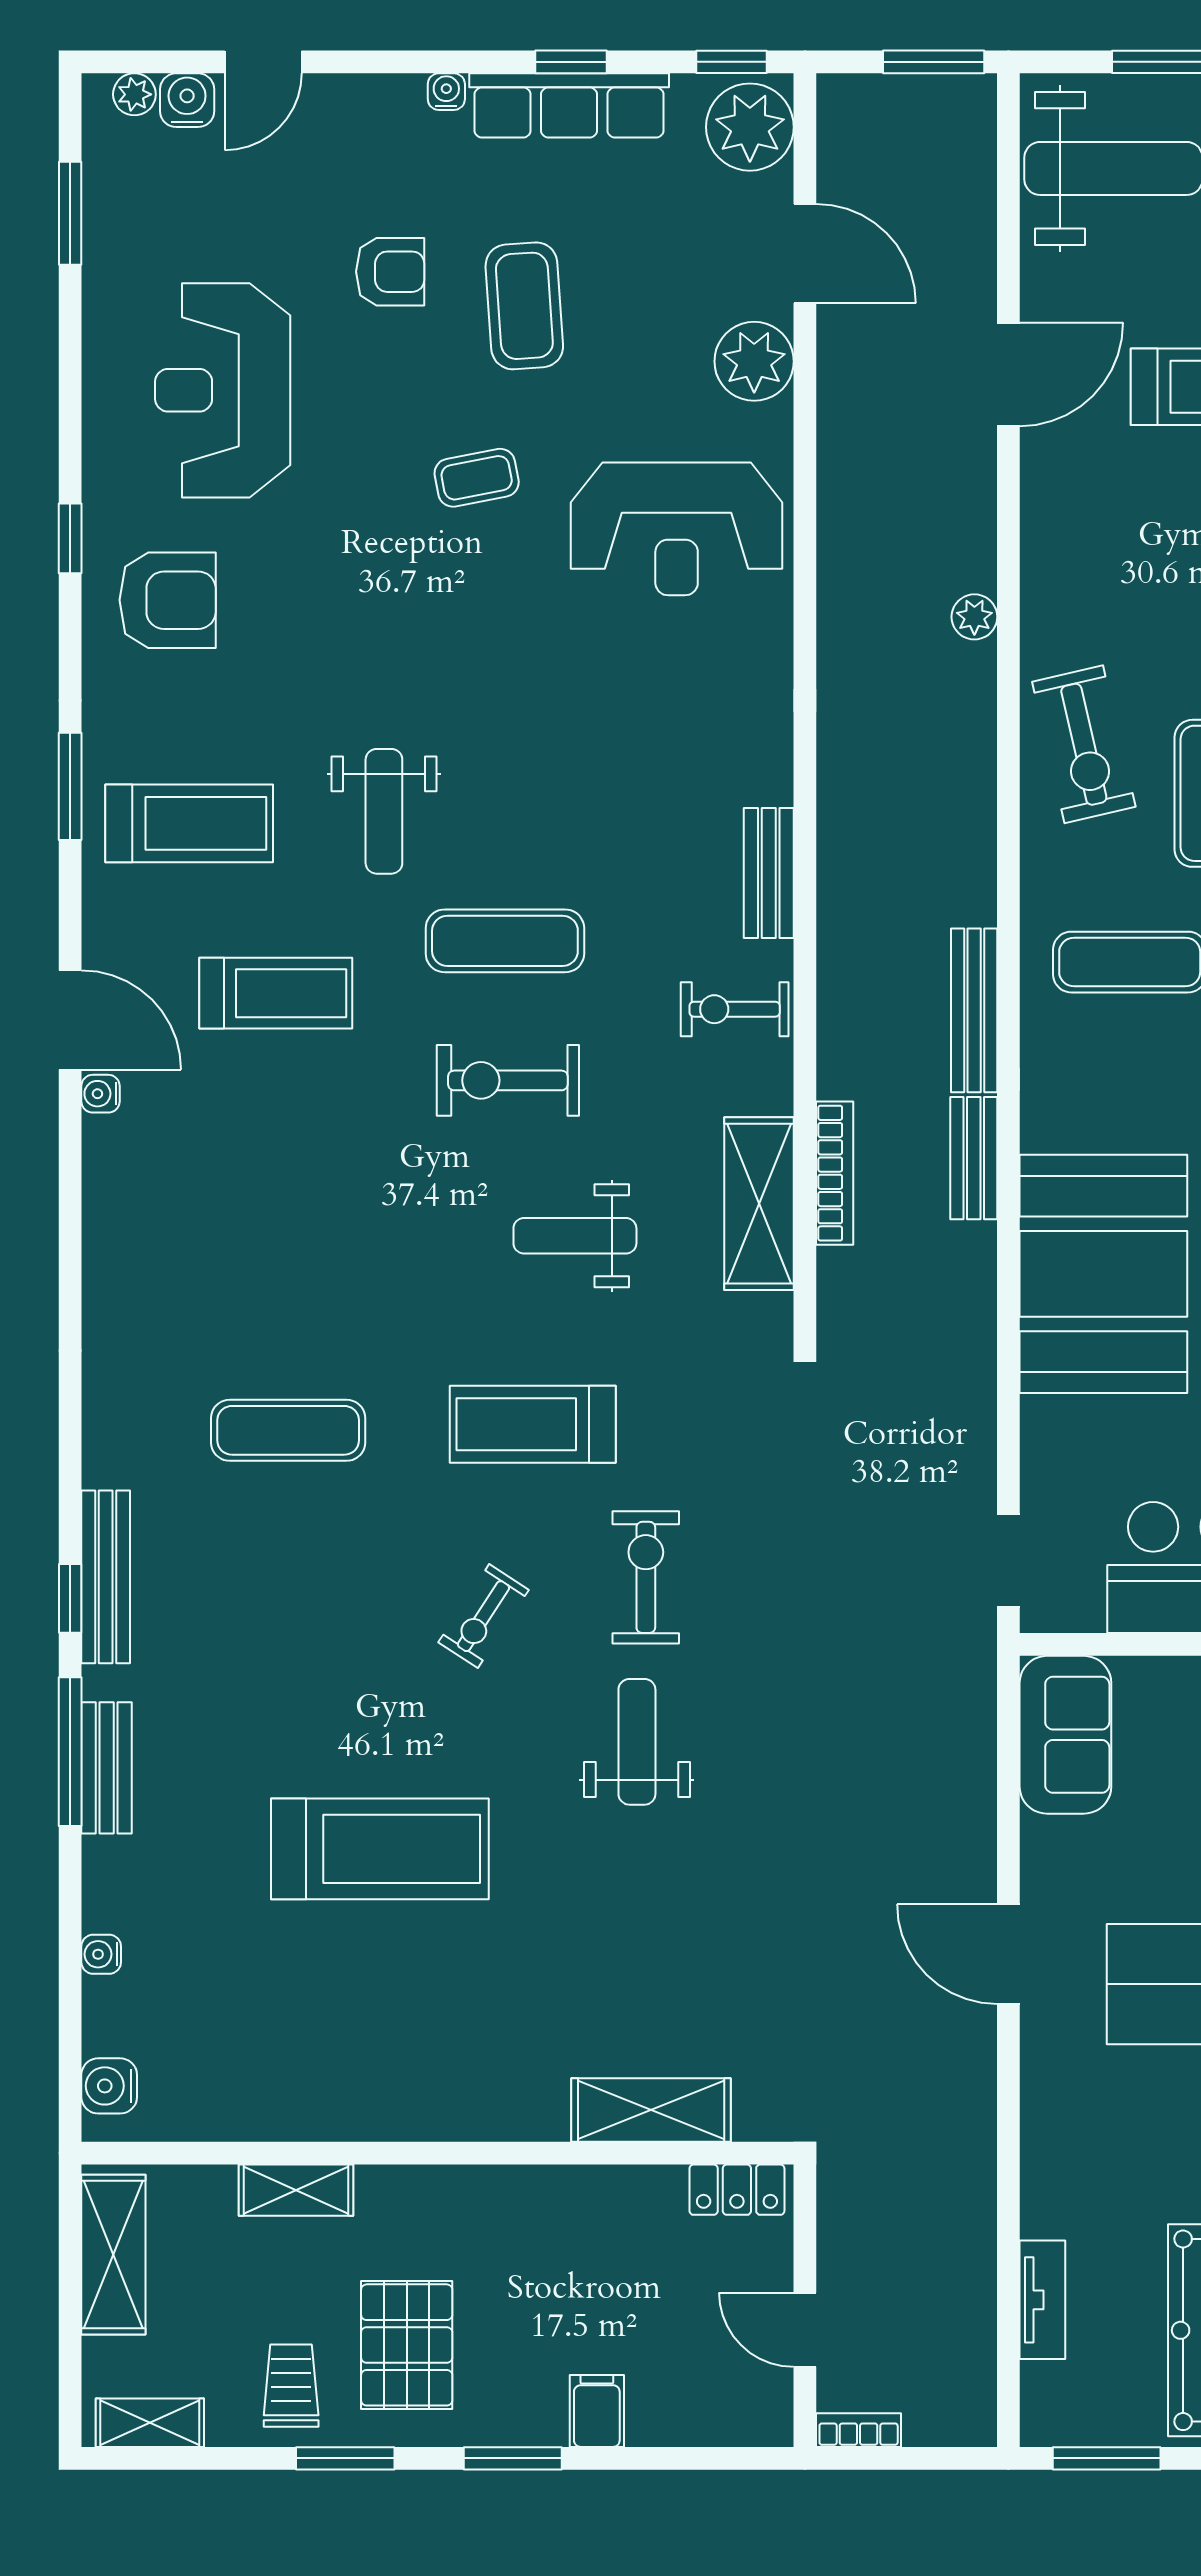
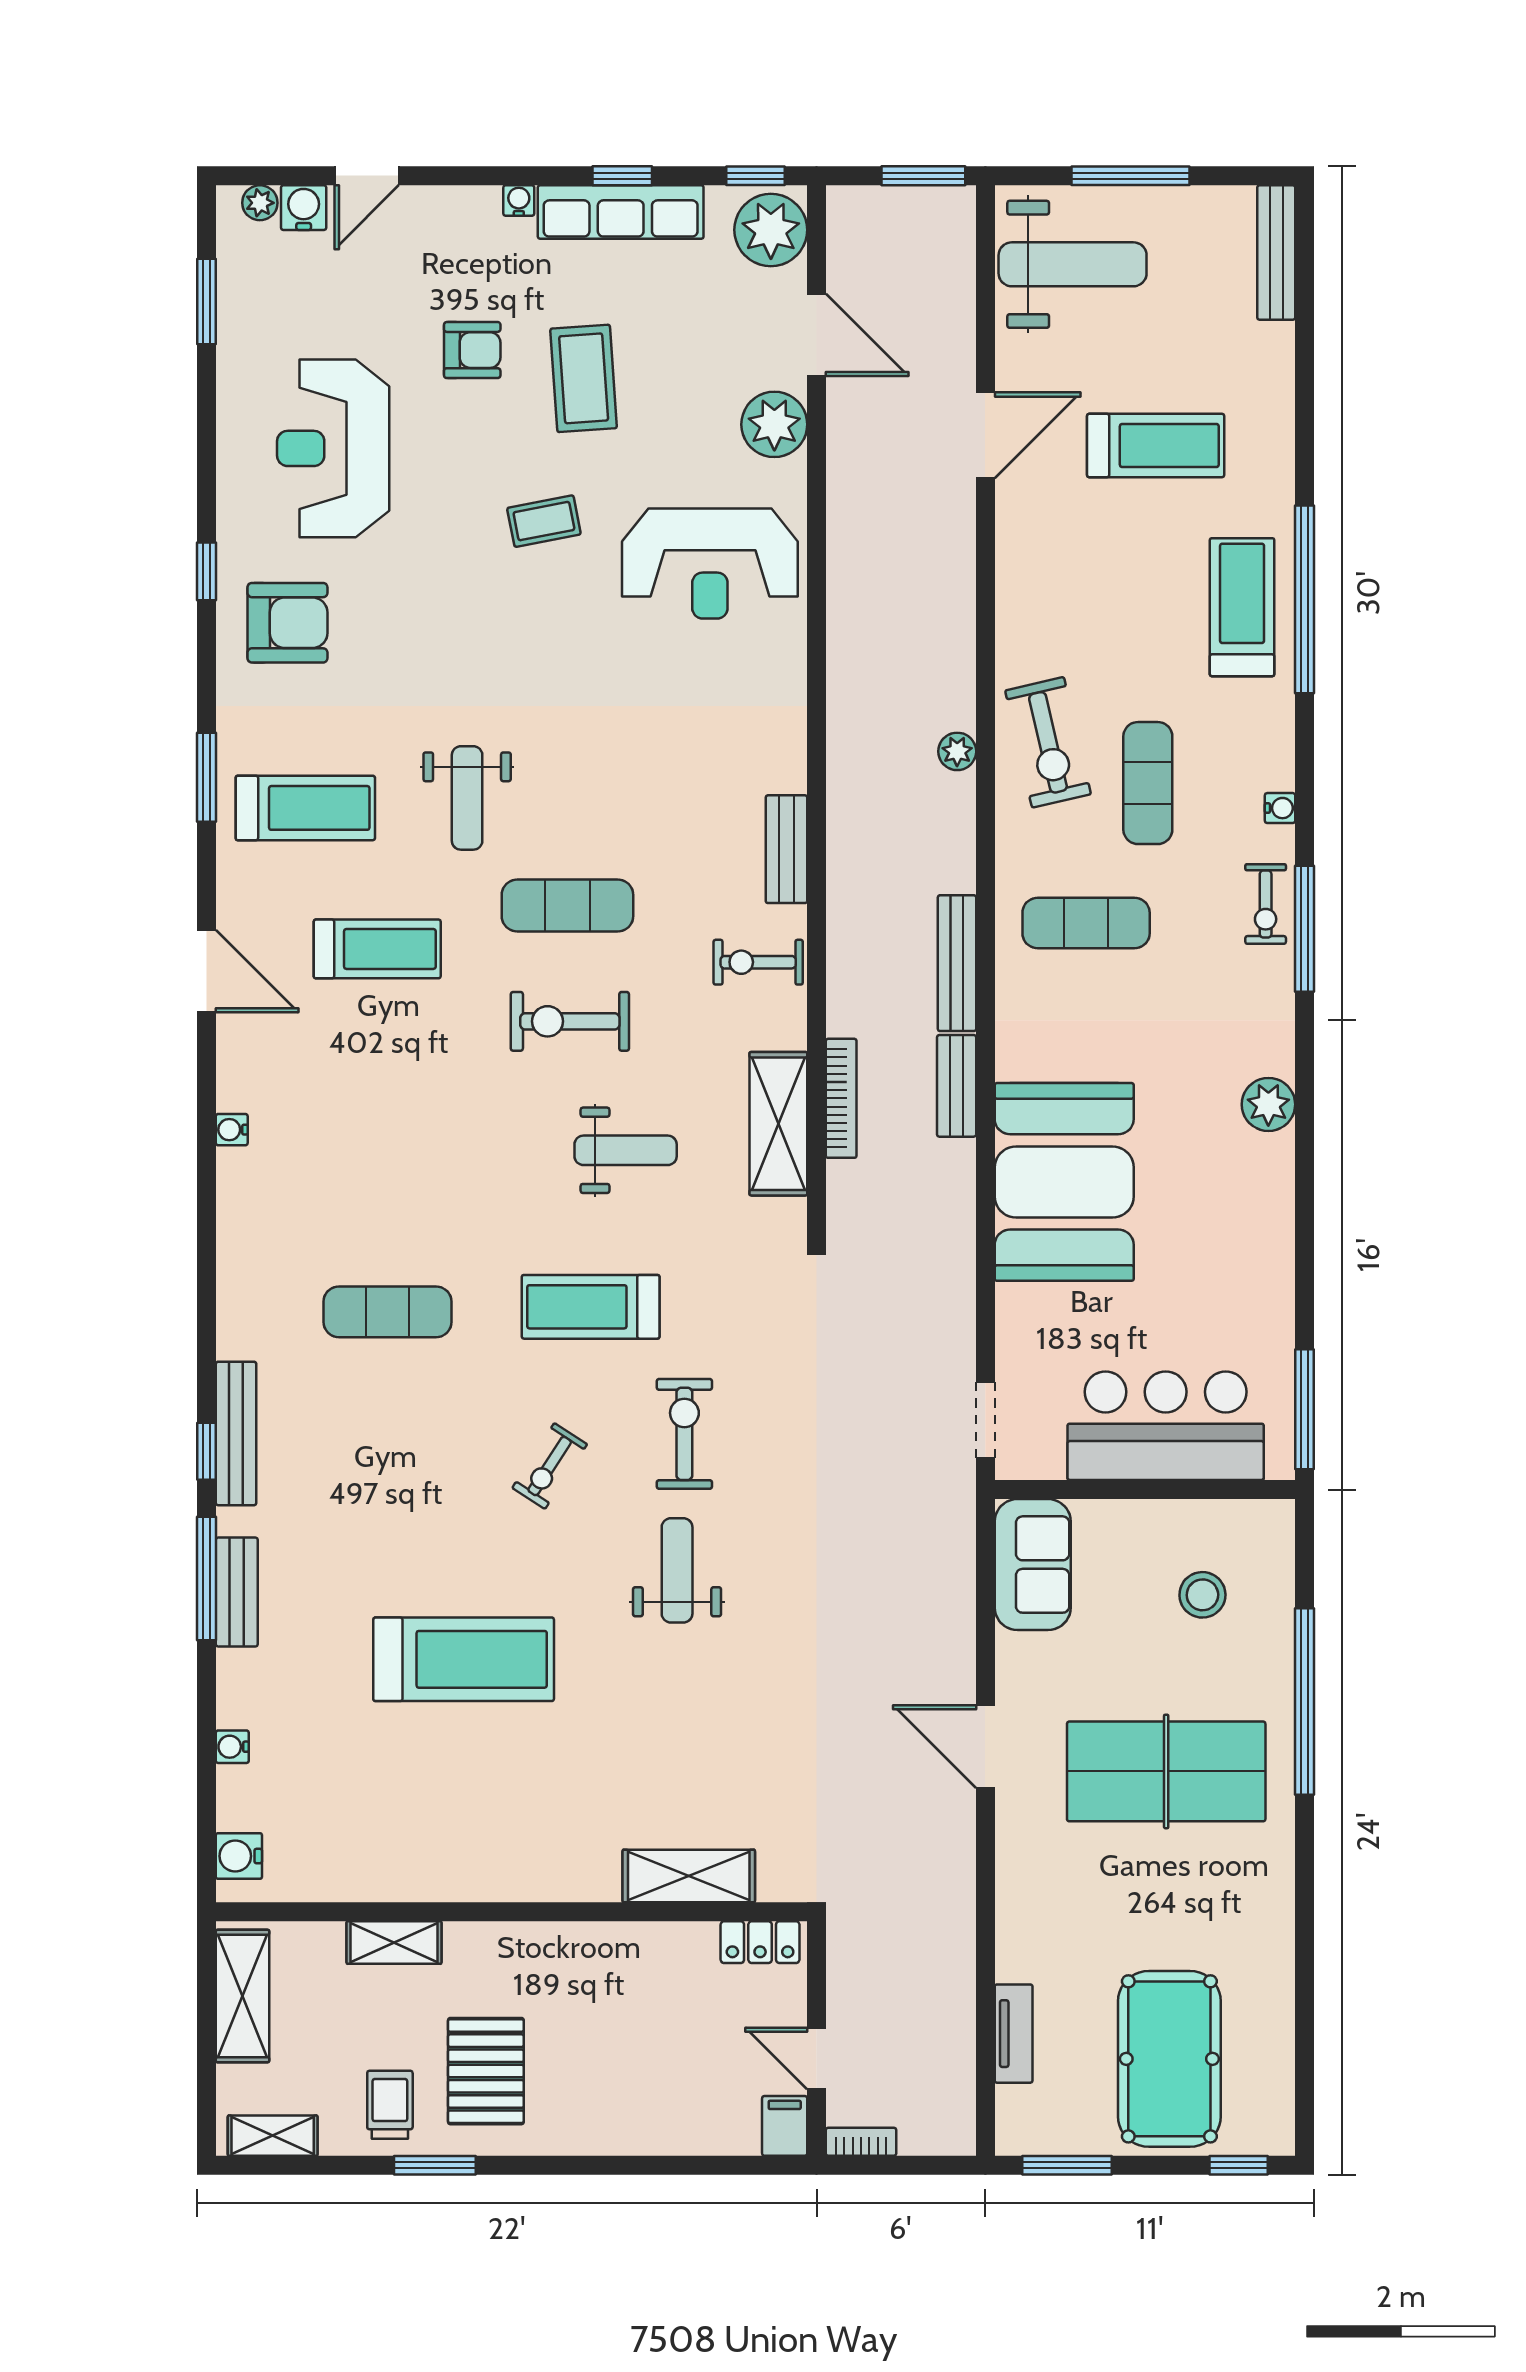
plant: (974, 617) -> (957, 751), moved
water cooler: (100, 1094) -> (232, 1130), moved
weight bench: (575, 1236) -> (626, 1150), turned 180
filing cabinet: (597, 2411) -> (785, 2126), moved
window: (513, 2458) -> (574, 2165), removed

